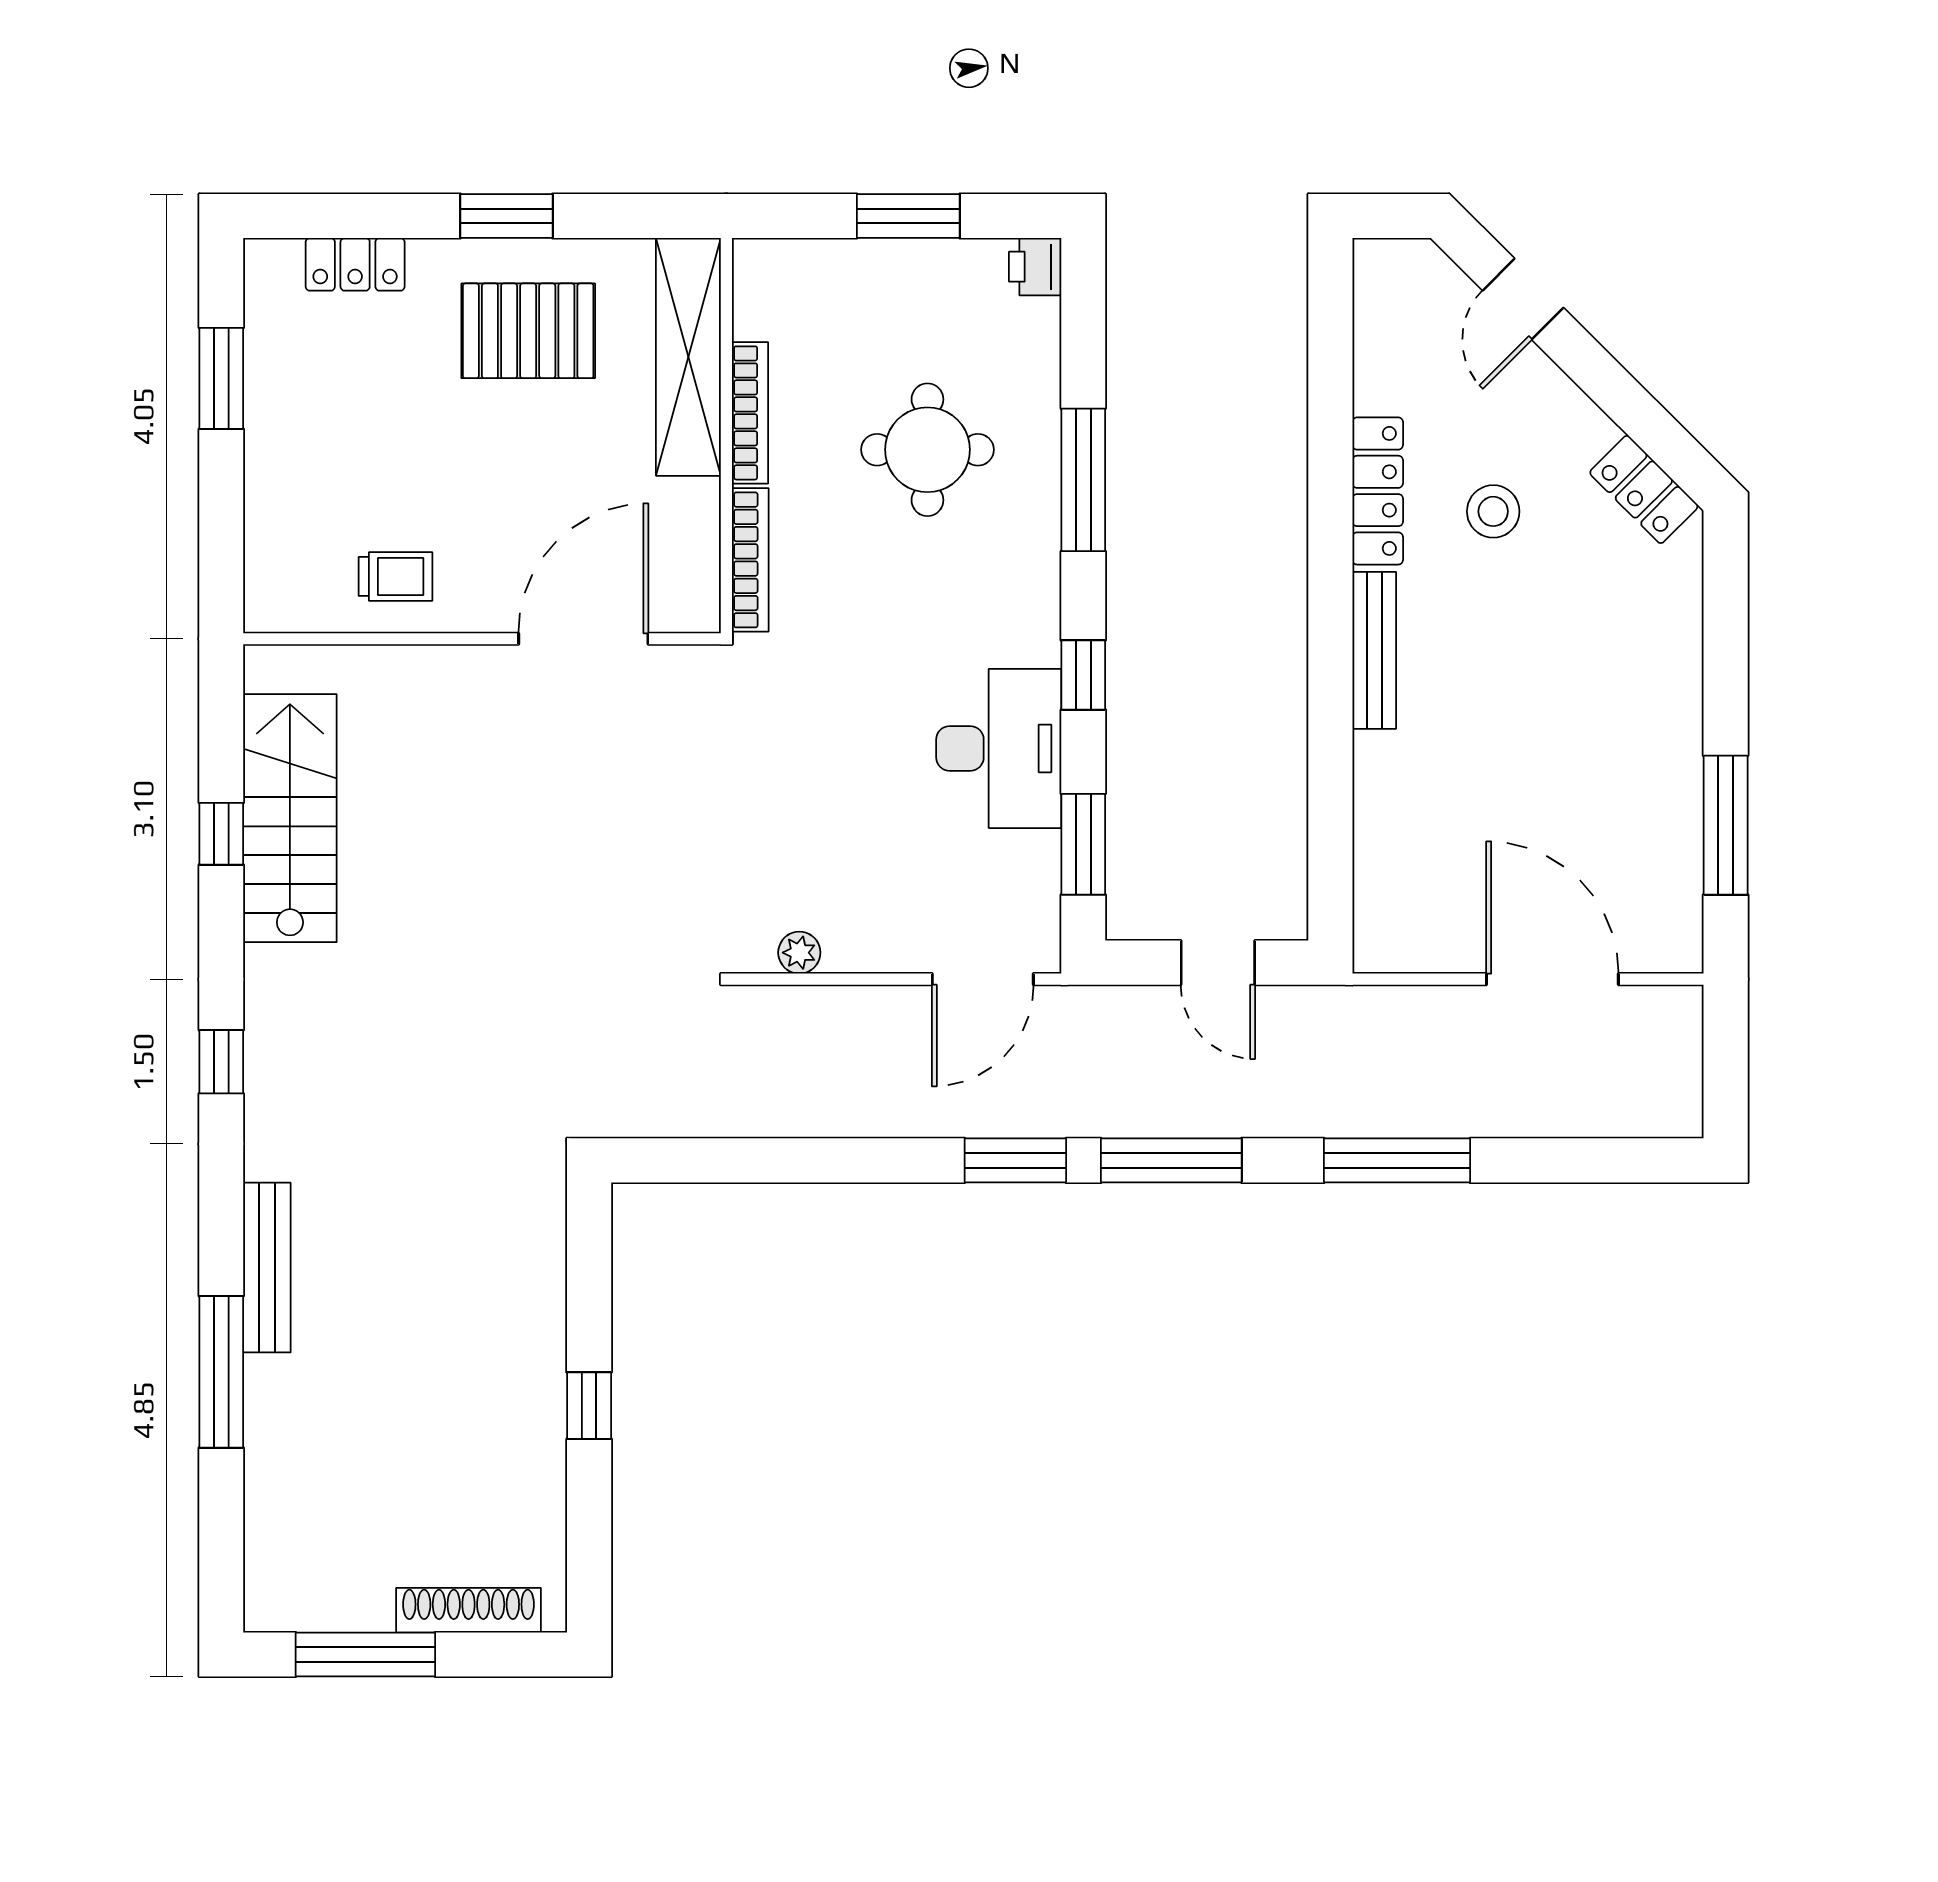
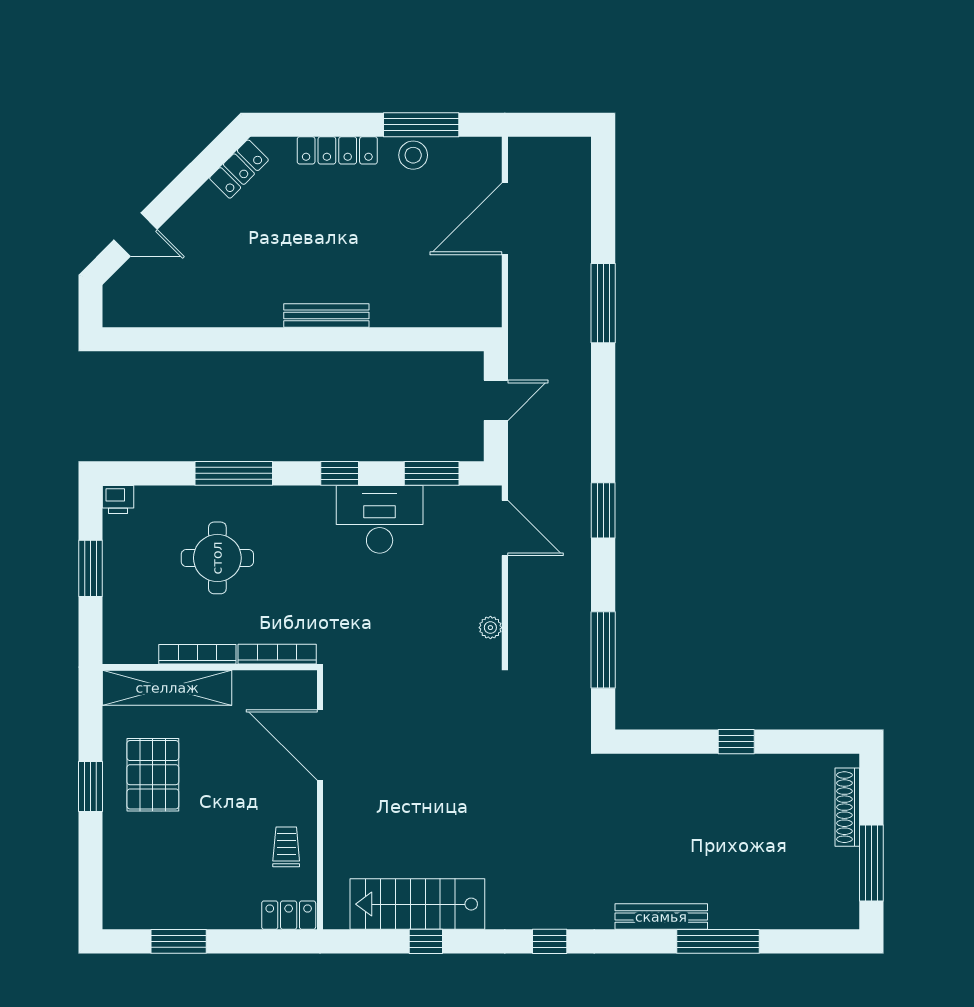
locker: (355, 264) -> (289, 915), moved, turned -90
locker: (1378, 491) -> (337, 150), moved, turned 180
stool: (1493, 511) -> (413, 155), moved
window: (1171, 1160) -> (603, 650), moved

